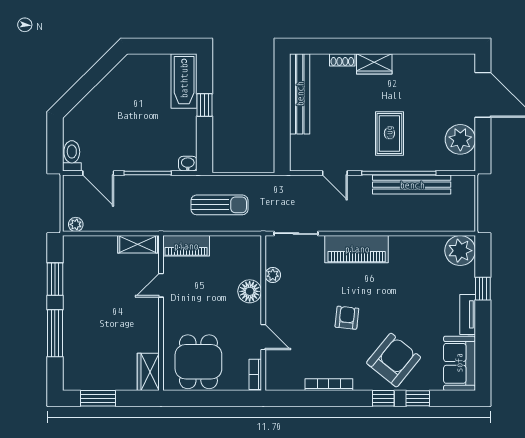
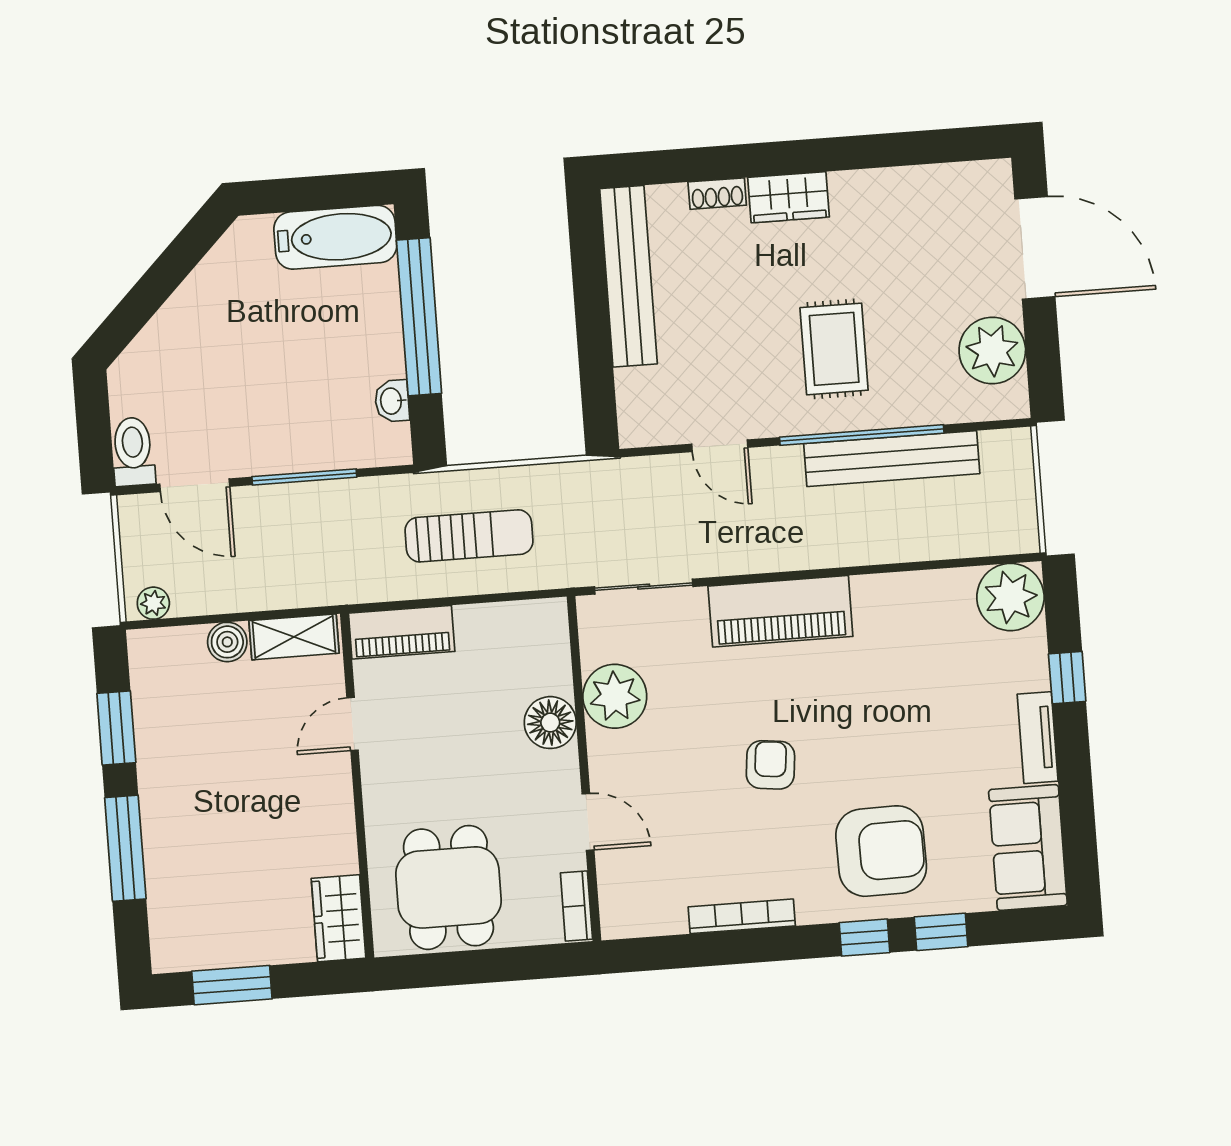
bathtub: (184, 81) -> (335, 237), moved, turned -90
window: (205, 105) -> (419, 317), width x3.17
washbasin: (188, 164) -> (392, 401), moved, turned -90
boiler: (108, 244) -> (227, 642), added
plant: (273, 275) -> (615, 696), width x1.88, depth x1.88
armchair: (394, 360) -> (881, 851), turned 50

